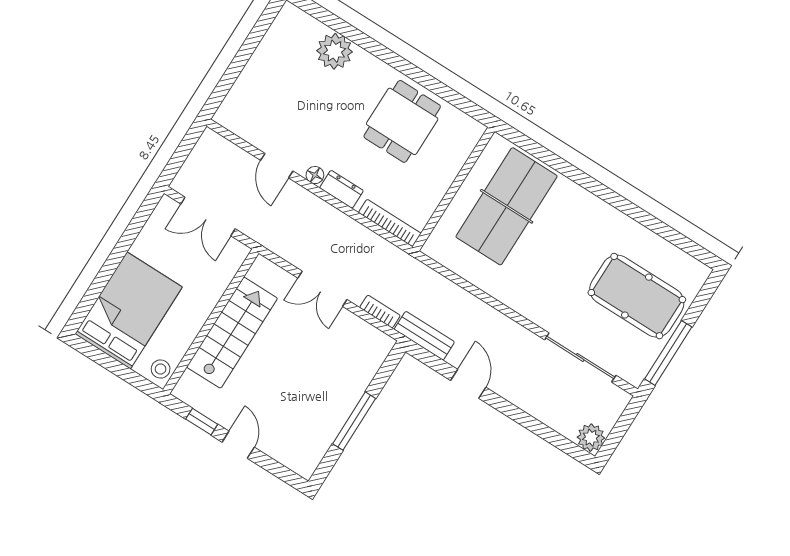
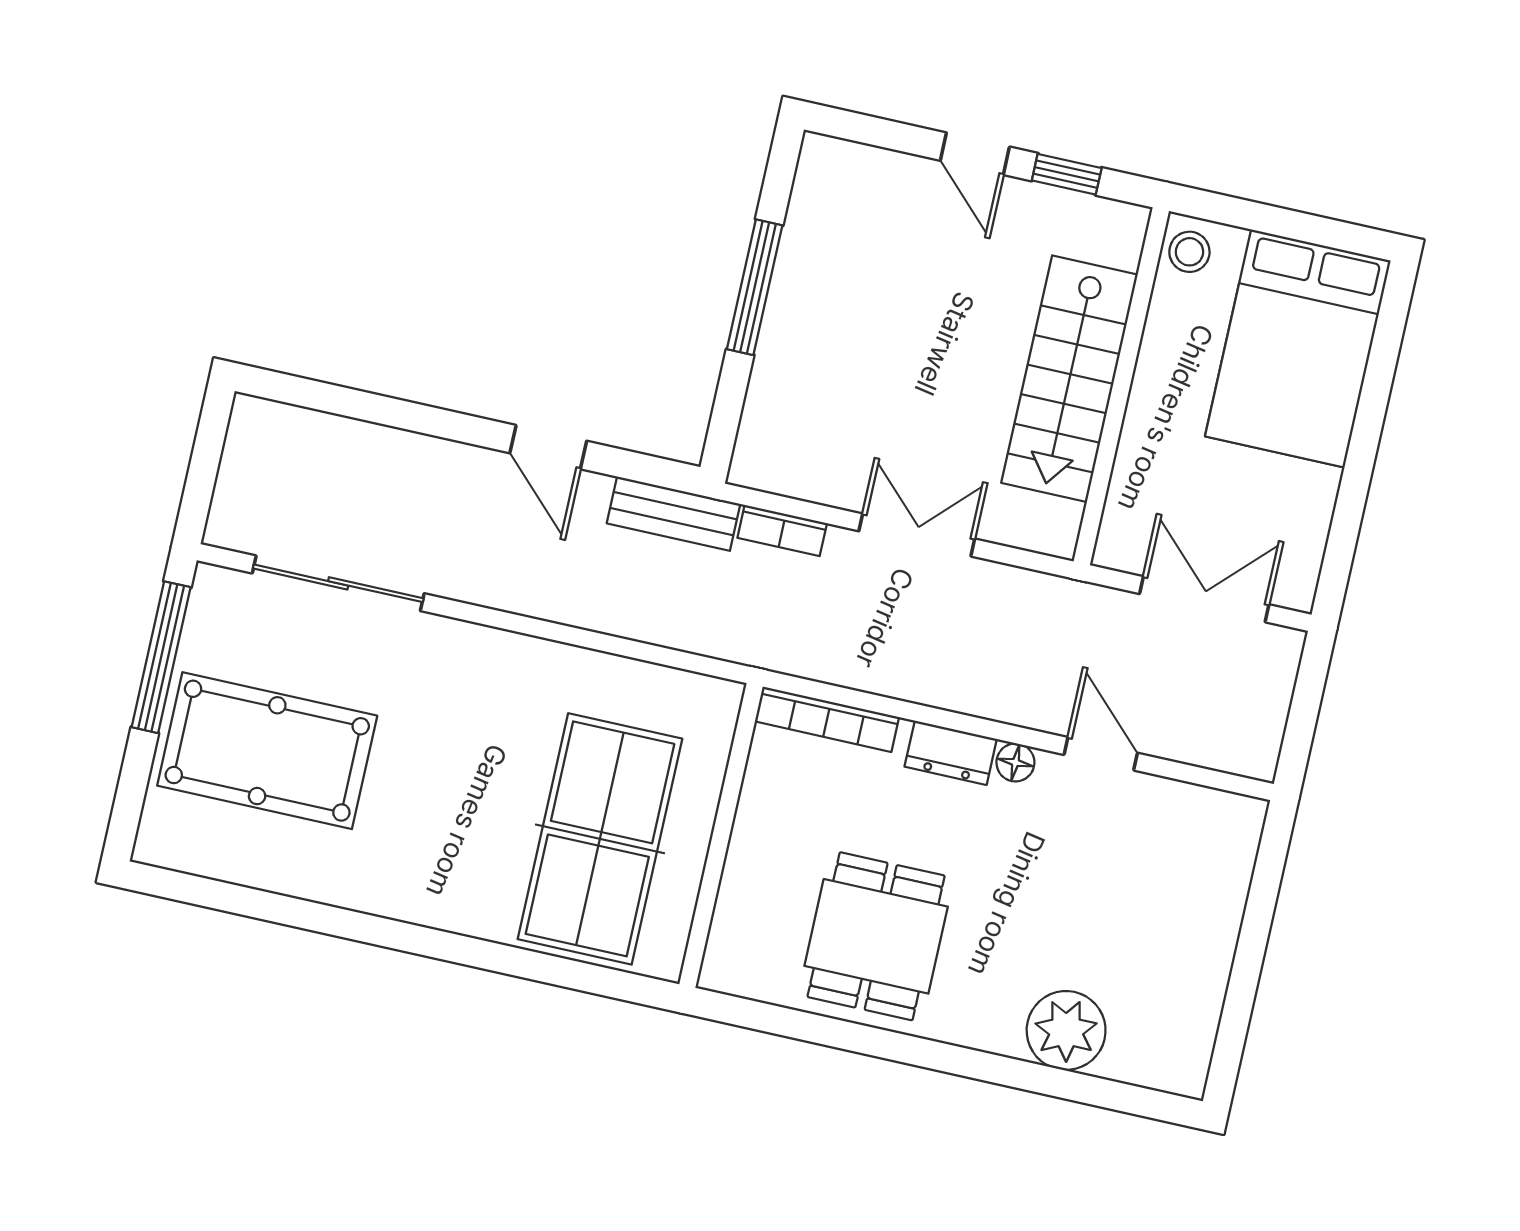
plant: (591, 438) -> (258, 427), removed

